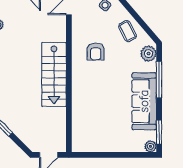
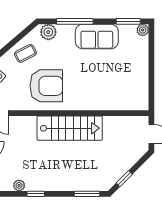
armchair: (96, 52) -> (46, 86), width x1.88, depth x1.88
sofa: (144, 101) -> (97, 36), width x0.73

